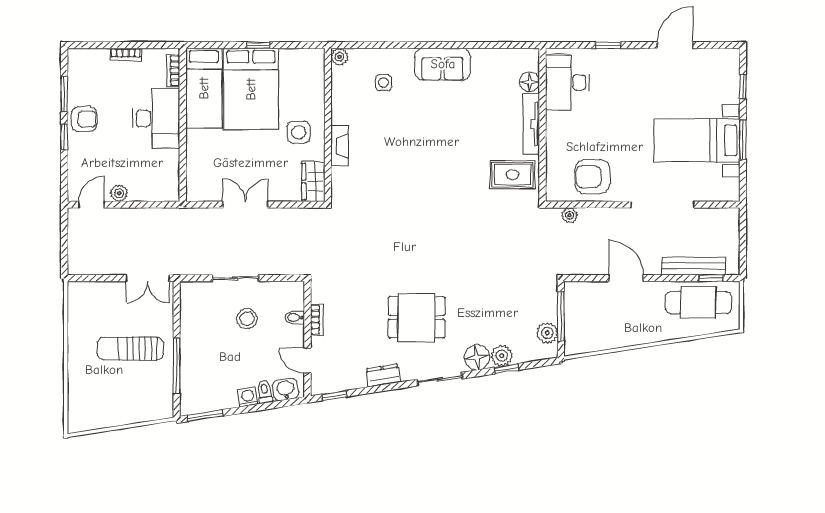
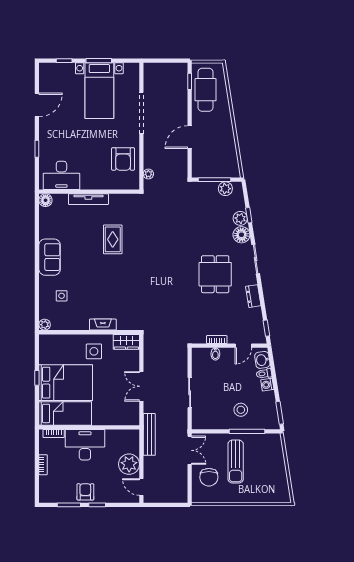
door: (675, 45) -> (37, 105), swing flipped
floor lamp: (530, 82) -> (45, 200), moved
rug: (512, 175) -> (113, 239), moved
plant: (119, 193) -> (129, 464), width x1.87, depth x1.87
bench: (693, 266) -> (149, 434), moved
chair: (106, 308) -> (209, 477), added
stool: (247, 319) -> (241, 410), moved

